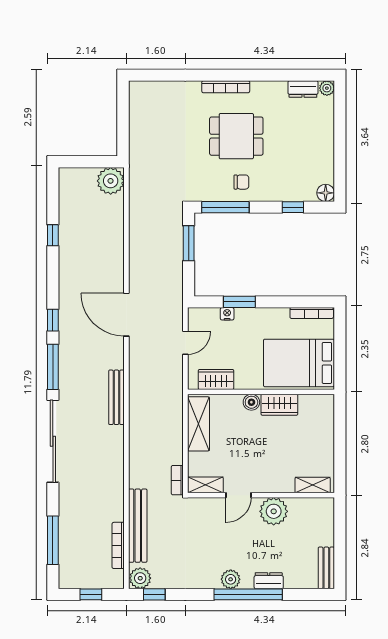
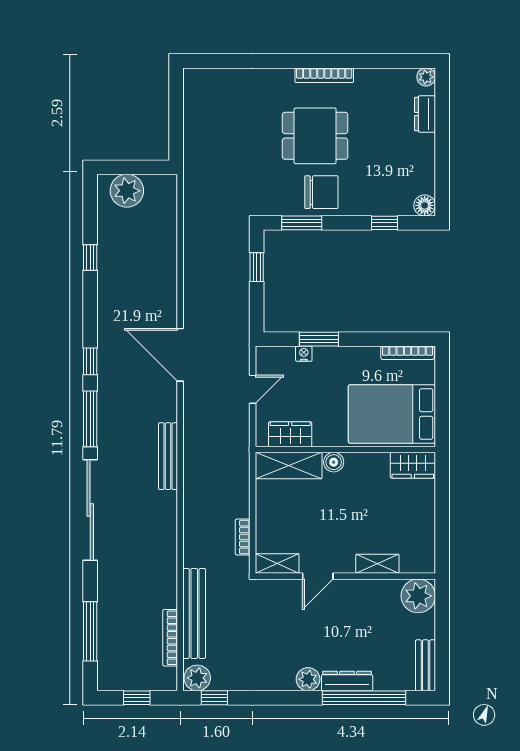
bookcase: (226, 87) -> (324, 75), moved
dresser: (303, 89) -> (425, 114), moved, turned 90
plant: (111, 181) -> (127, 191), moved
chair: (241, 182) -> (321, 192), width x1.87, depth x1.87
window: (225, 207) -> (302, 223), width x0.69
window: (189, 243) -> (257, 267), width x0.67
wardrobe: (279, 405) -> (413, 465), moved
shelving: (198, 424) -> (289, 466), moved, turned 90
bookcase: (177, 480) -> (243, 537), moved
shelving: (313, 485) -> (377, 564), moved
plant: (274, 511) -> (418, 596), moved
dresser: (269, 581) -> (347, 681), width x1.44
window: (248, 594) -> (364, 698), moved

